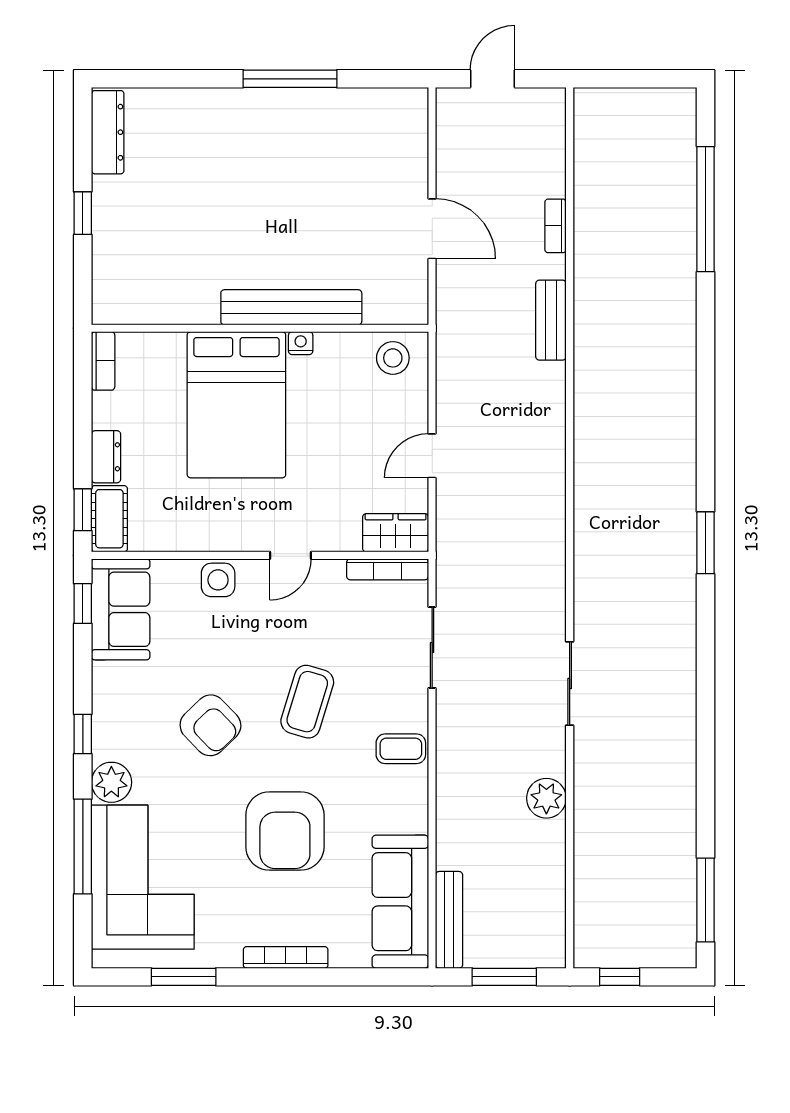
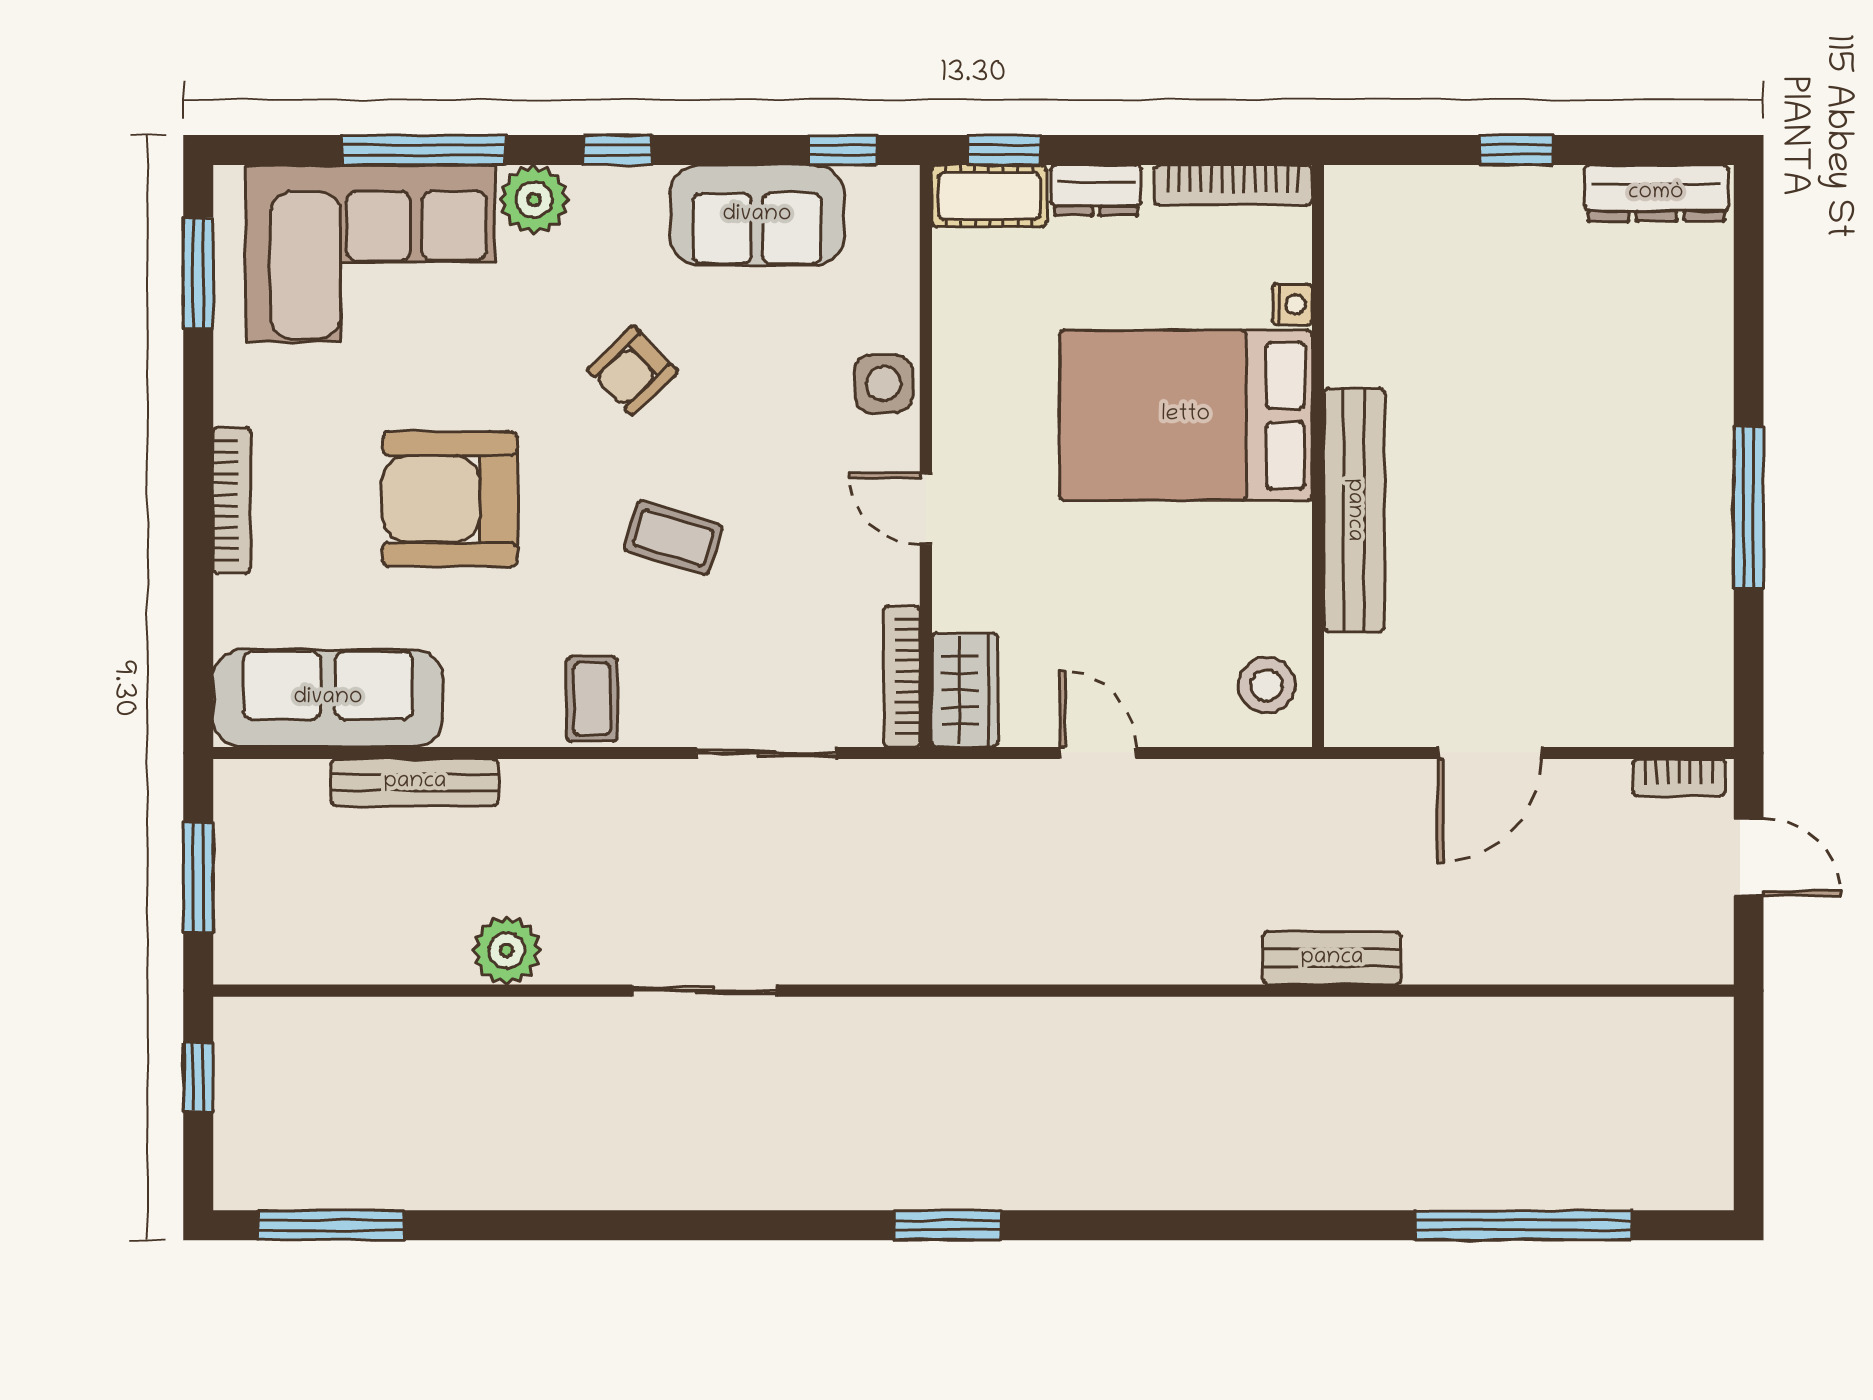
bookcase: (555, 226) -> (1679, 777), moved, turned 180
nightstand: (301, 343) -> (1292, 304), moved
bookcase: (103, 361) -> (1233, 185), width x1.56
sofa: (121, 609) -> (757, 215), moved
coffee table: (307, 702) -> (673, 538), width x0.73, depth x0.77
armchair: (210, 725) -> (632, 370), width x0.72, depth x0.72
bench: (449, 920) -> (415, 782), moved
window: (184, 977) -> (198, 273), moved

